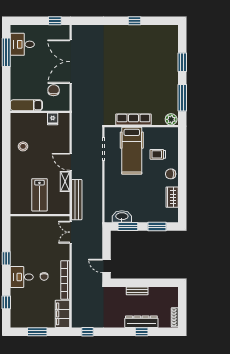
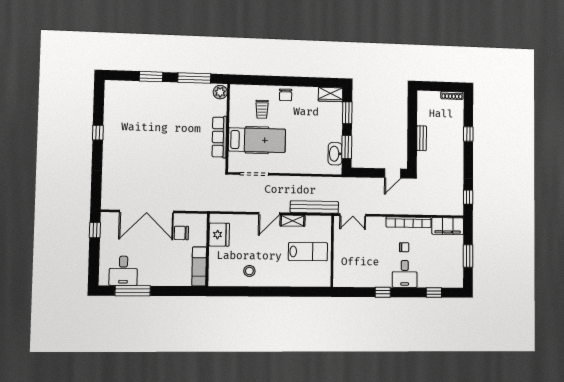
fridge: (53, 119) -> (219, 235), width x1.88, depth x1.34
wardrobe: (172, 197) -> (331, 94), moved
dresser: (141, 322) -> (457, 134), removed

